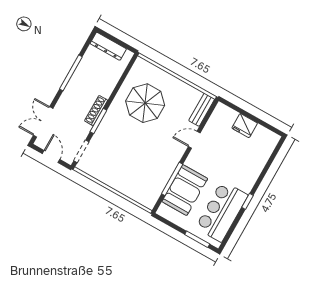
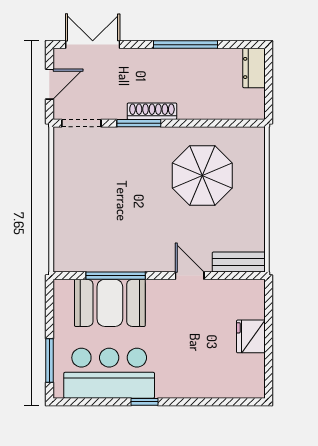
dresser: (108, 46) -> (254, 68), width x0.70

